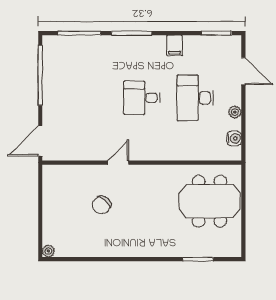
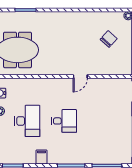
chair: (101, 205) -> (109, 39), moved

